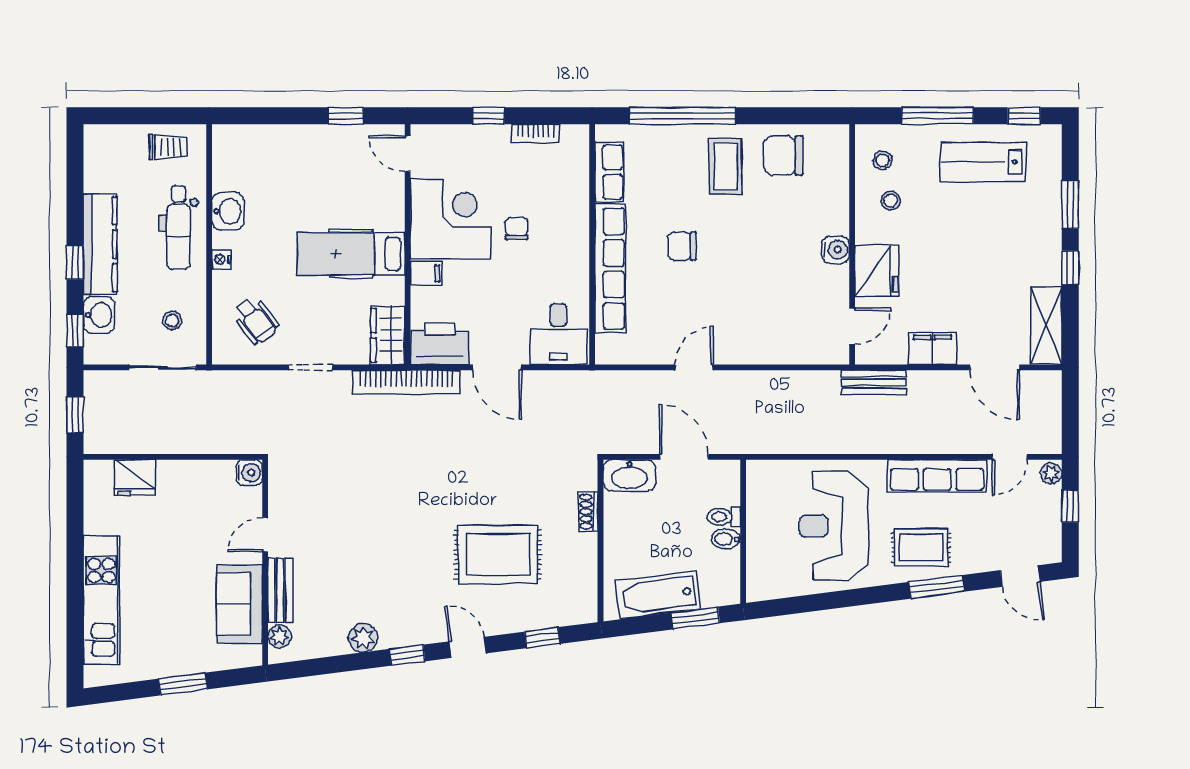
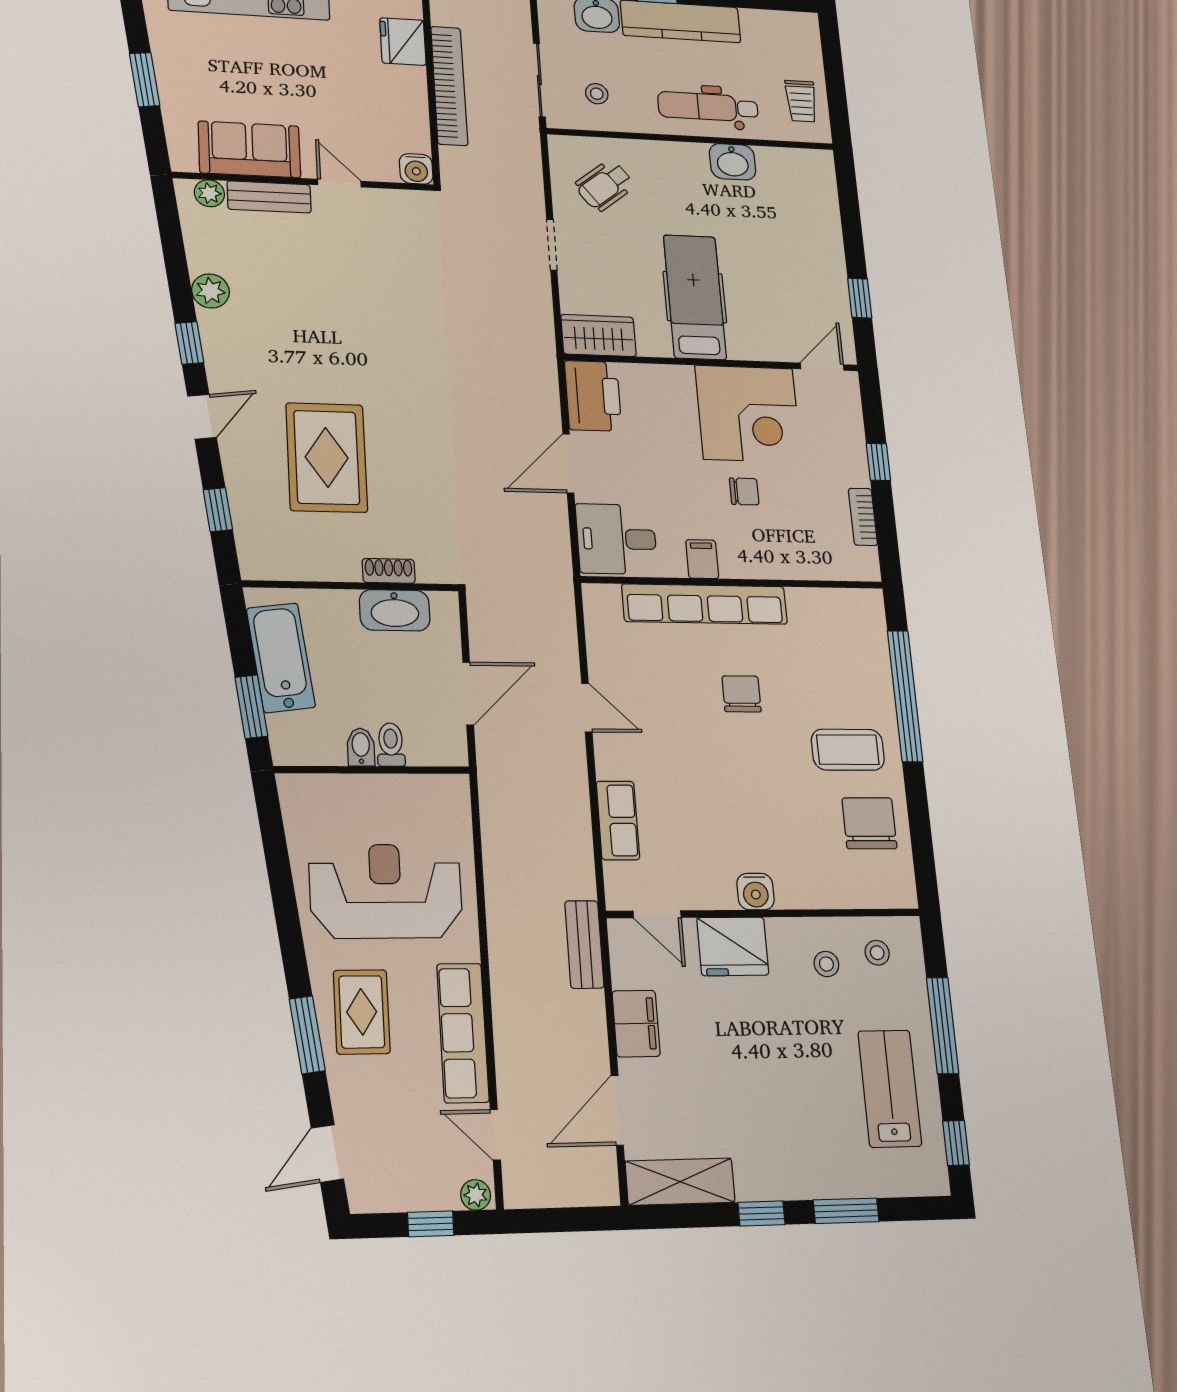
row of seats: (609, 172) -> (618, 820), moved, turned -90
nightstand: (221, 259) -> (674, 151), removed
filing cabinet: (426, 273) -> (702, 559), moved, turned 180
bookcase: (406, 382) -> (449, 86), moved, turned 180
washbasin: (630, 476) -> (395, 610), moved, turned -90

